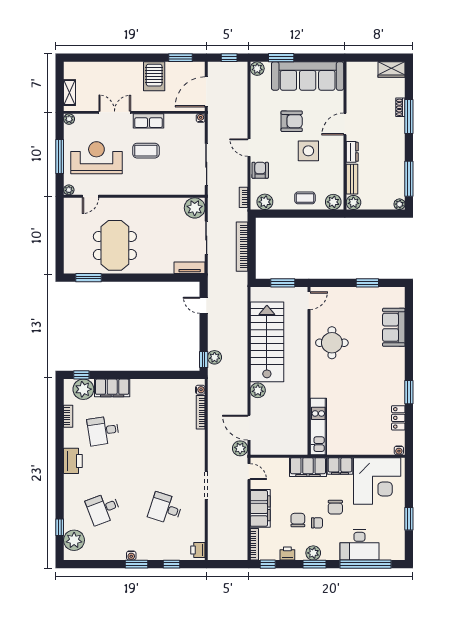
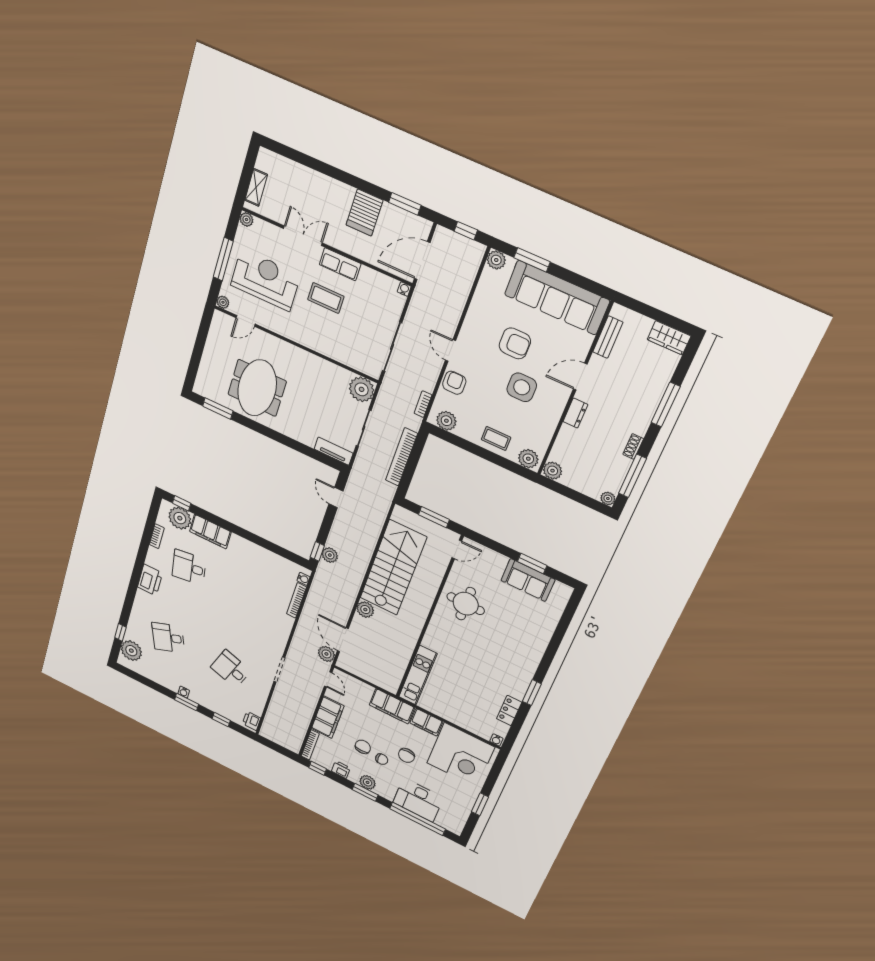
shoe rack: (400, 107) -> (633, 447), moved
bench: (352, 179) -> (608, 337), moved
sofa: (394, 327) -> (528, 580), moved, turned -90

